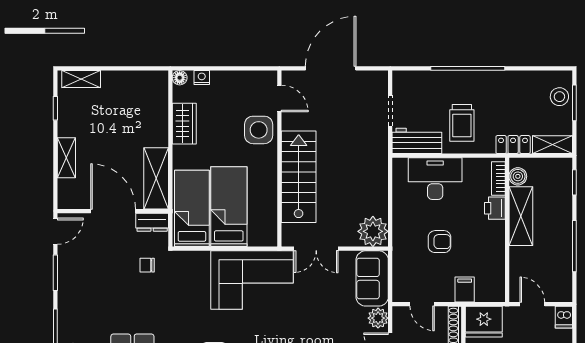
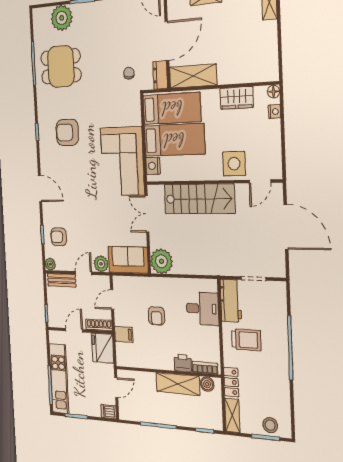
trolley: (462, 123) -> (246, 340), turned 180
desk: (435, 179) -> (202, 309), width x0.73
nightstand: (259, 237) -> (153, 166), added

